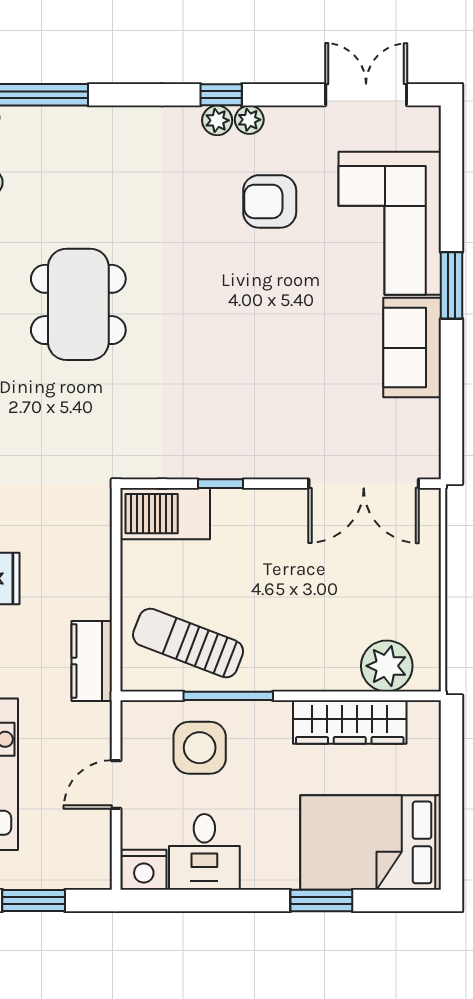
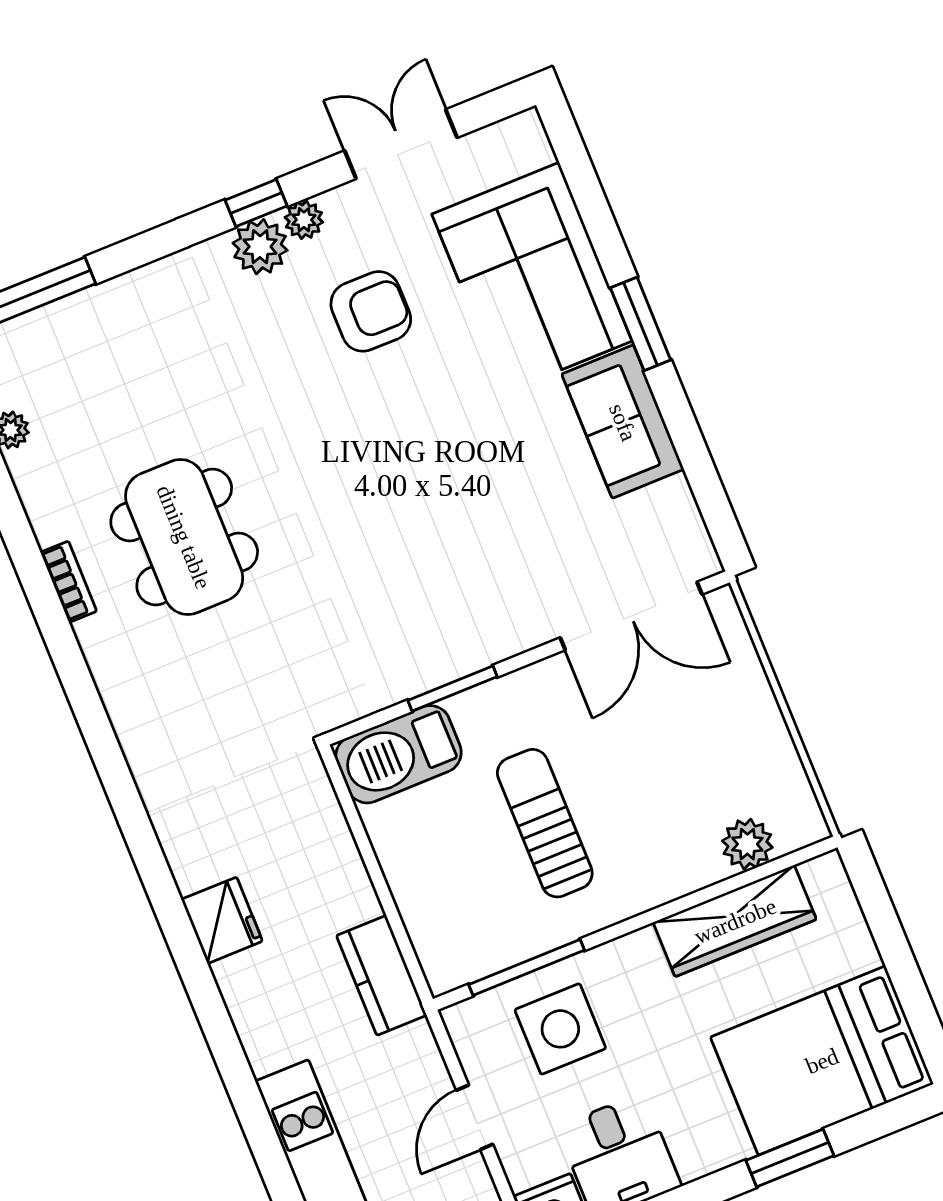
double door: (366, 95) -> (401, 144), moved
plant: (217, 120) -> (260, 247), width x1.38, depth x1.38
armchair: (270, 201) -> (371, 311), turned 180
window: (221, 484) -> (452, 689), width x1.50
sun lounger: (188, 643) -> (545, 823), moved, turned 69
plant: (387, 666) -> (747, 844), width x0.73, depth x0.73
window: (228, 696) -> (527, 967), moved

